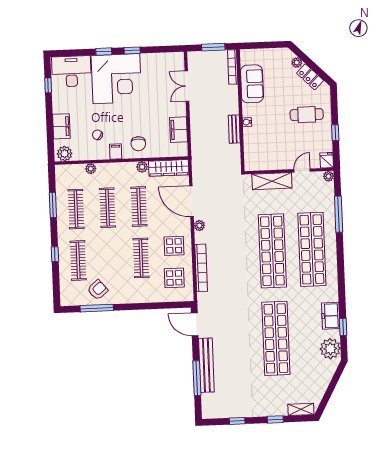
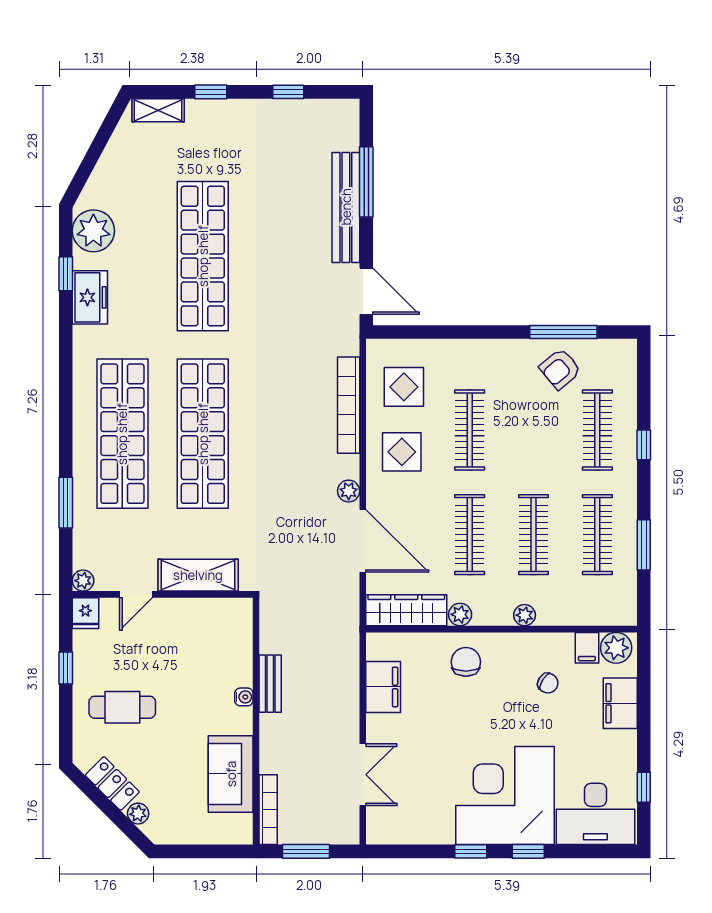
filing cabinet: (116, 152) -> (587, 648), moved
plant: (91, 169) -> (525, 615), moved
window: (339, 214) -> (66, 503), width x0.69

